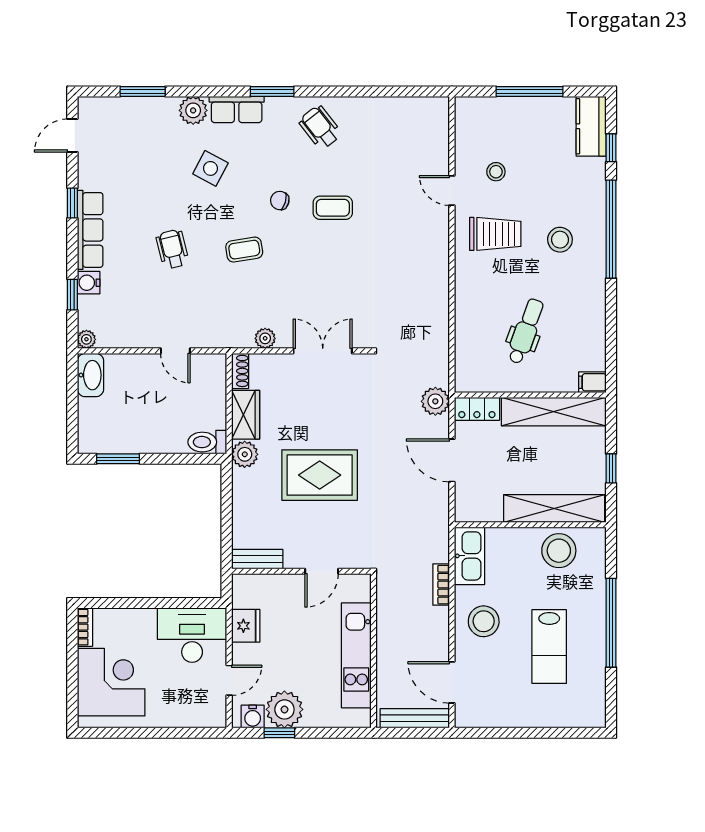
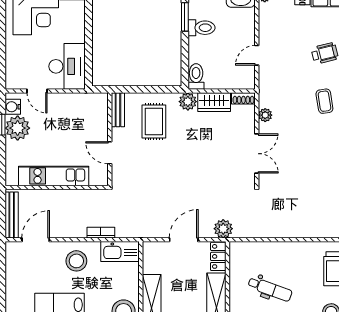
toilet: (134, 434) -> (202, 28), added
rug: (320, 475) -> (154, 122), moved, width x0.73, depth x0.70
fridge: (246, 626) -> (73, 102), removed

